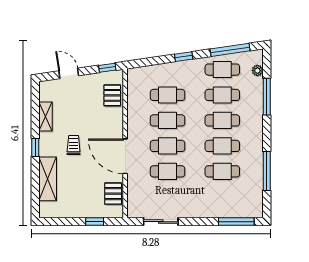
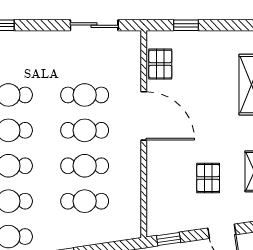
pallet: (112, 95) -> (208, 178), moved
trolley: (74, 145) -> (215, 132), removed

